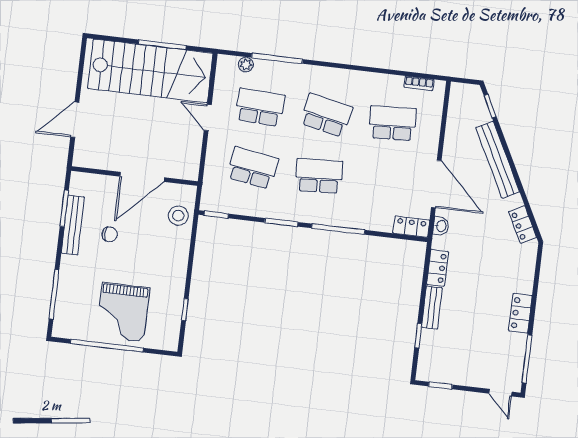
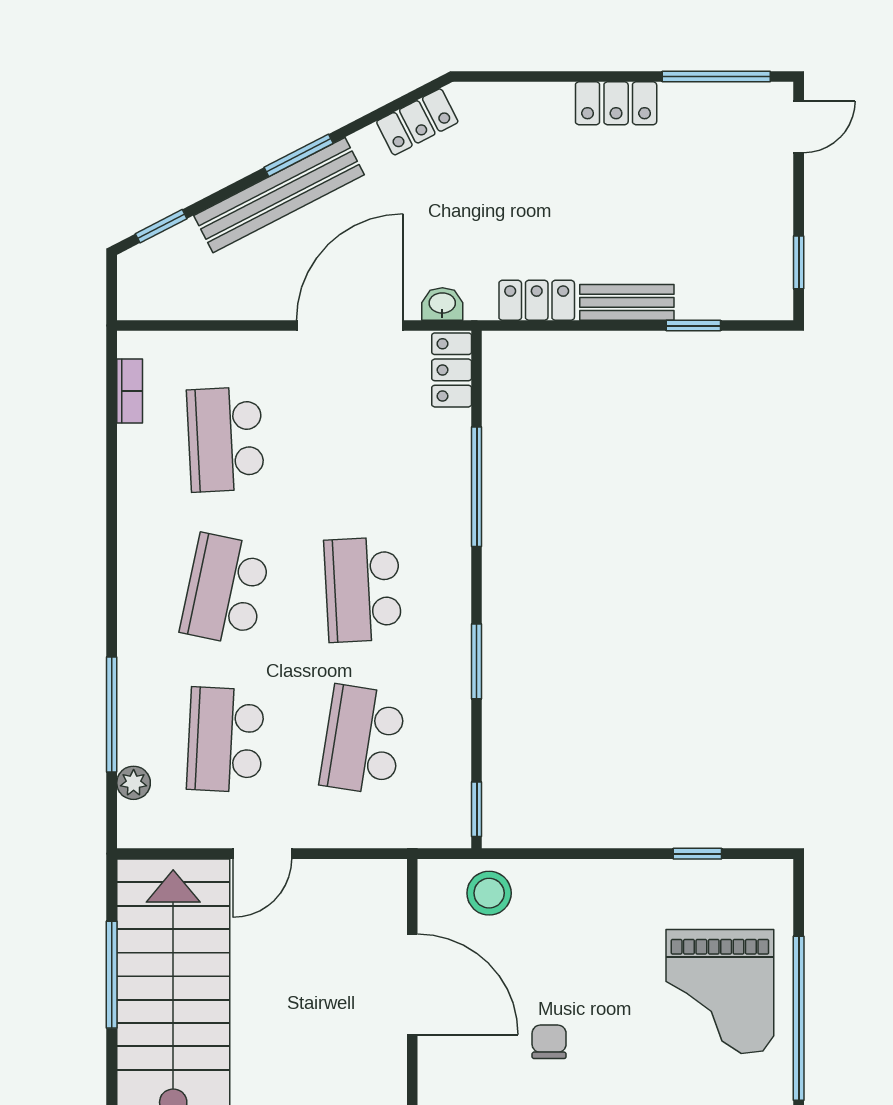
window: (514, 170) -> (299, 155), added
window: (338, 229) -> (477, 487), moved
grand piano: (123, 312) -> (720, 991), turned 90

